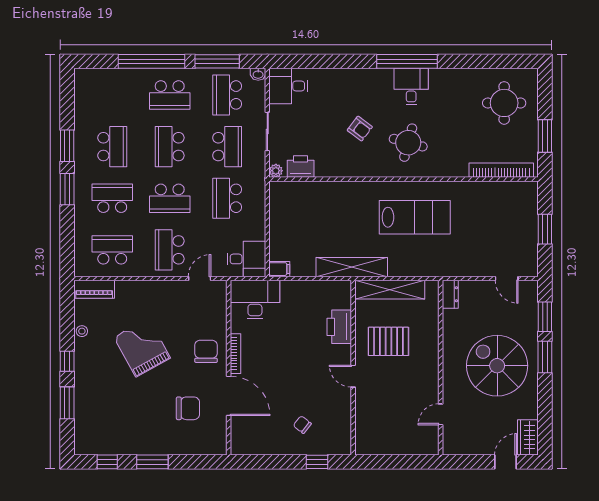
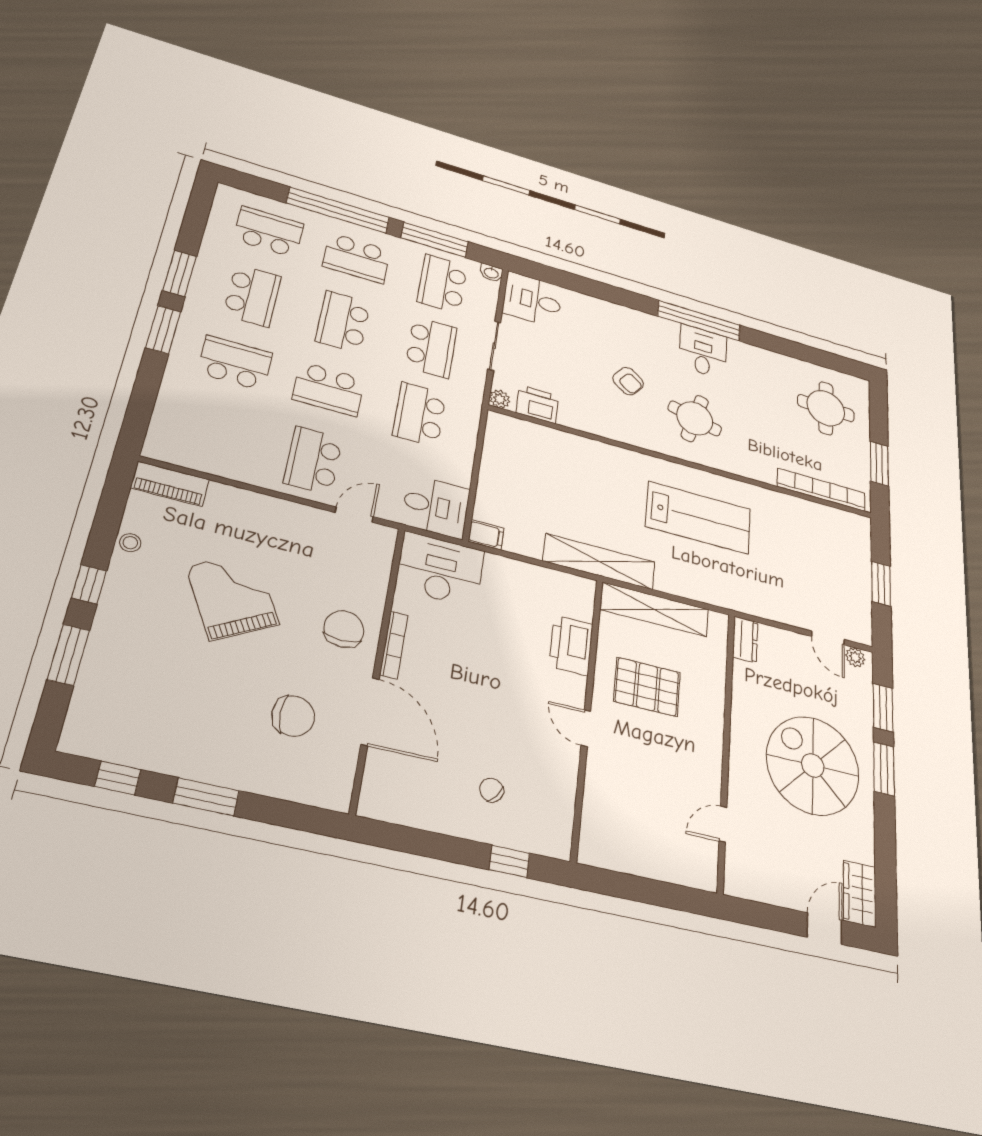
school desk: (112, 250) -> (269, 232), moved
plant: (526, 287) -> (855, 657), added

